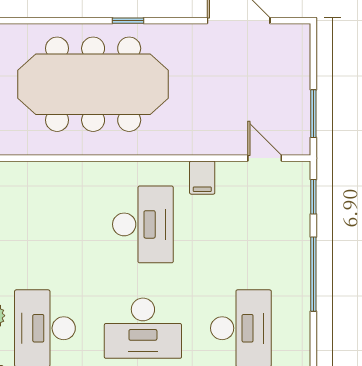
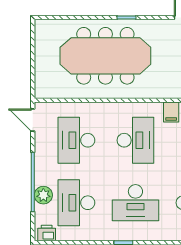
desk: (45, 224) -> (76, 140), added

